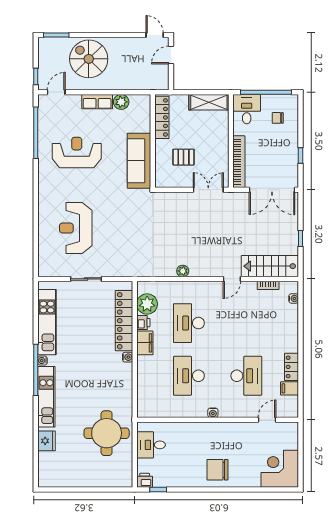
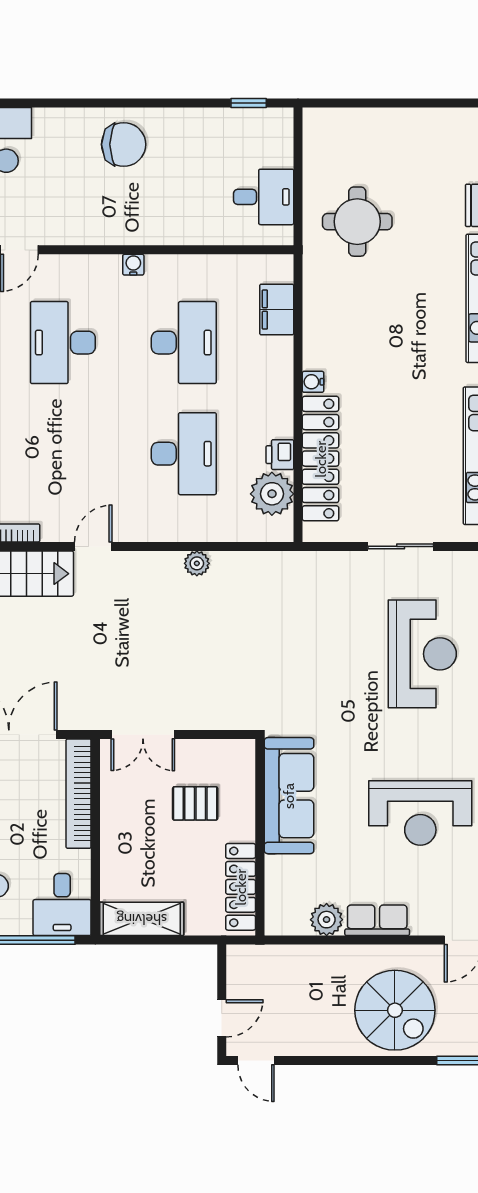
filing cabinet: (145, 343) -> (277, 310), moved
round table: (107, 433) -> (357, 222), width x0.73, depth x0.73
printer: (145, 480) -> (277, 122), removed

